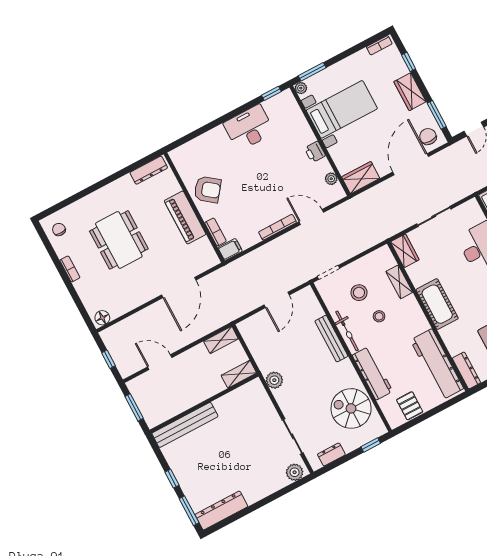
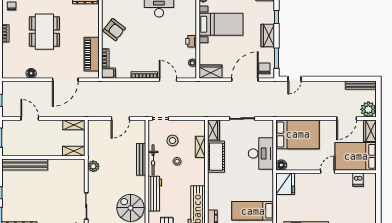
piano: (185, 217) -> (92, 54), moved
cot: (437, 304) -> (216, 157), moved
floor lamp: (102, 318) -> (31, 73), moved

